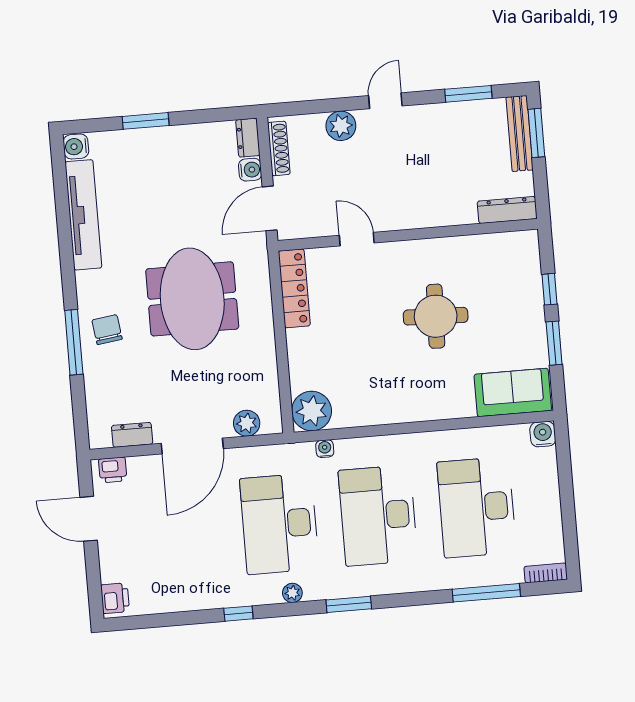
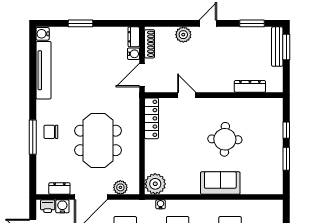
dresser: (507, 210) -> (250, 86), moved
meeting table: (192, 299) -> (98, 140), moved
chair: (107, 330) -> (51, 132), turned -82
sofa: (513, 392) -> (220, 183), moved
water cooler: (543, 434) -> (62, 206), moved

